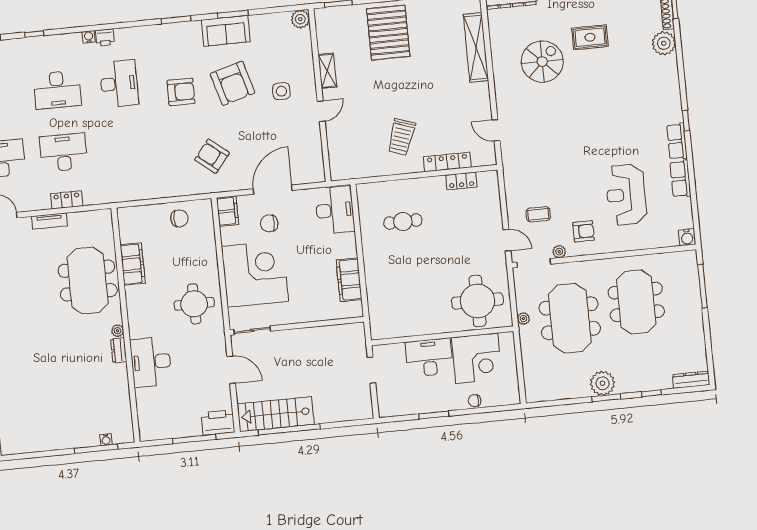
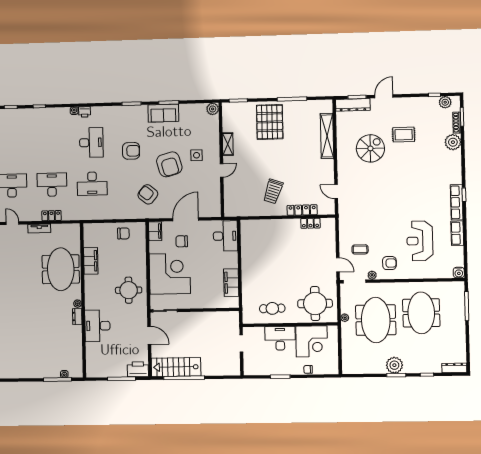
armchair: (233, 83) -> (169, 164), moved
desk: (57, 90) -> (92, 184), moved
row of seats: (677, 141) -> (457, 202), width x1.48
cafe table: (403, 222) -> (272, 308), moved

